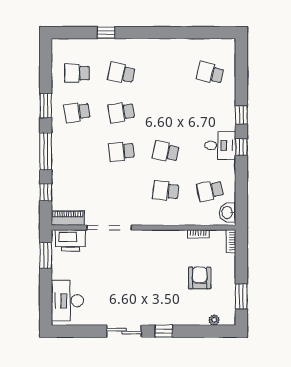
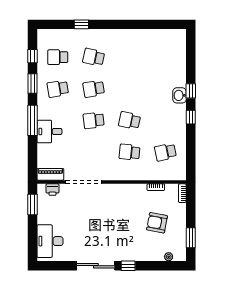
school desk: (210, 73) -> (165, 57), removed
desk: (220, 145) -> (49, 131), moved, turned 180
window: (46, 192) -> (32, 56), moved
washbasin: (227, 213) -> (179, 95), moved
printer: (70, 240) -> (52, 190), width x0.53, depth x0.68
armchair: (200, 278) -> (157, 223), turned -79
sliding door: (124, 331) -> (96, 266), width x1.37

